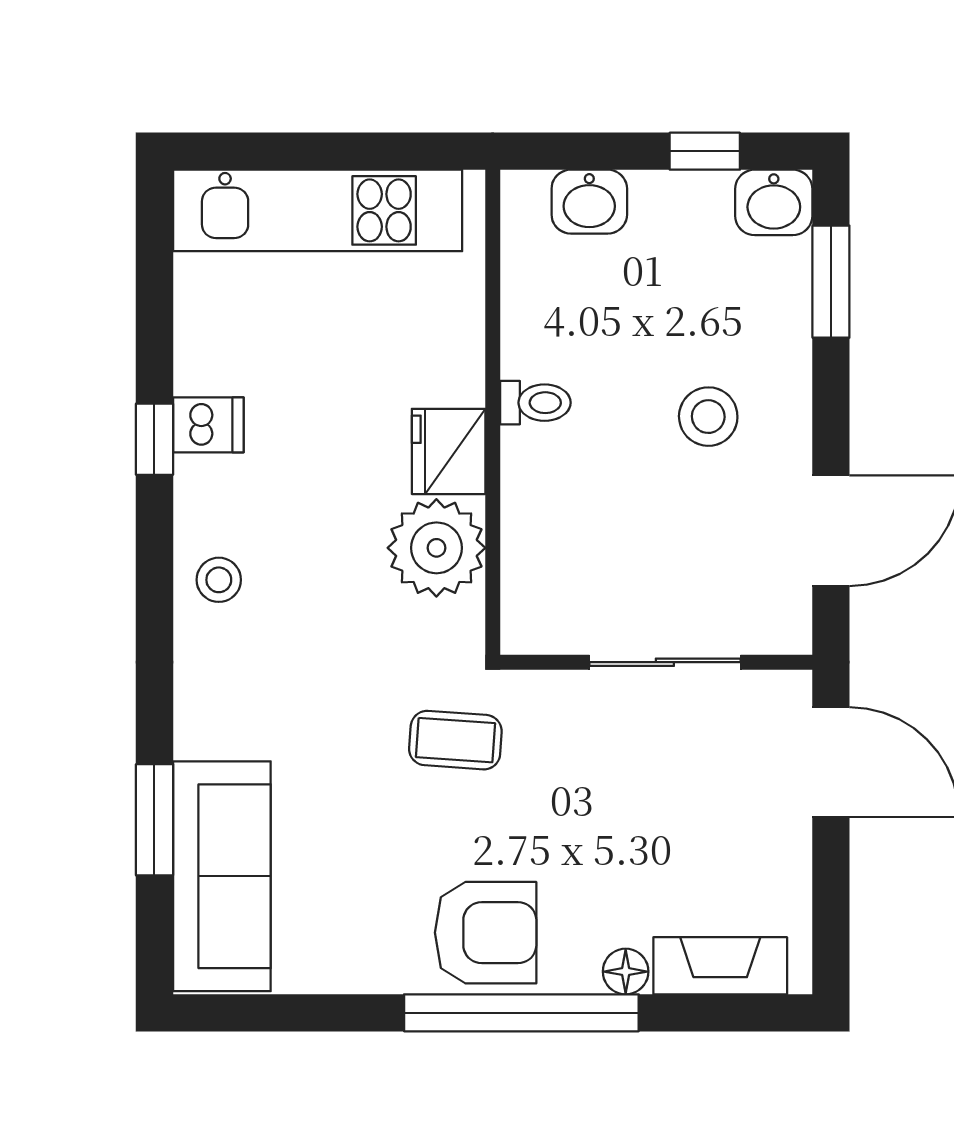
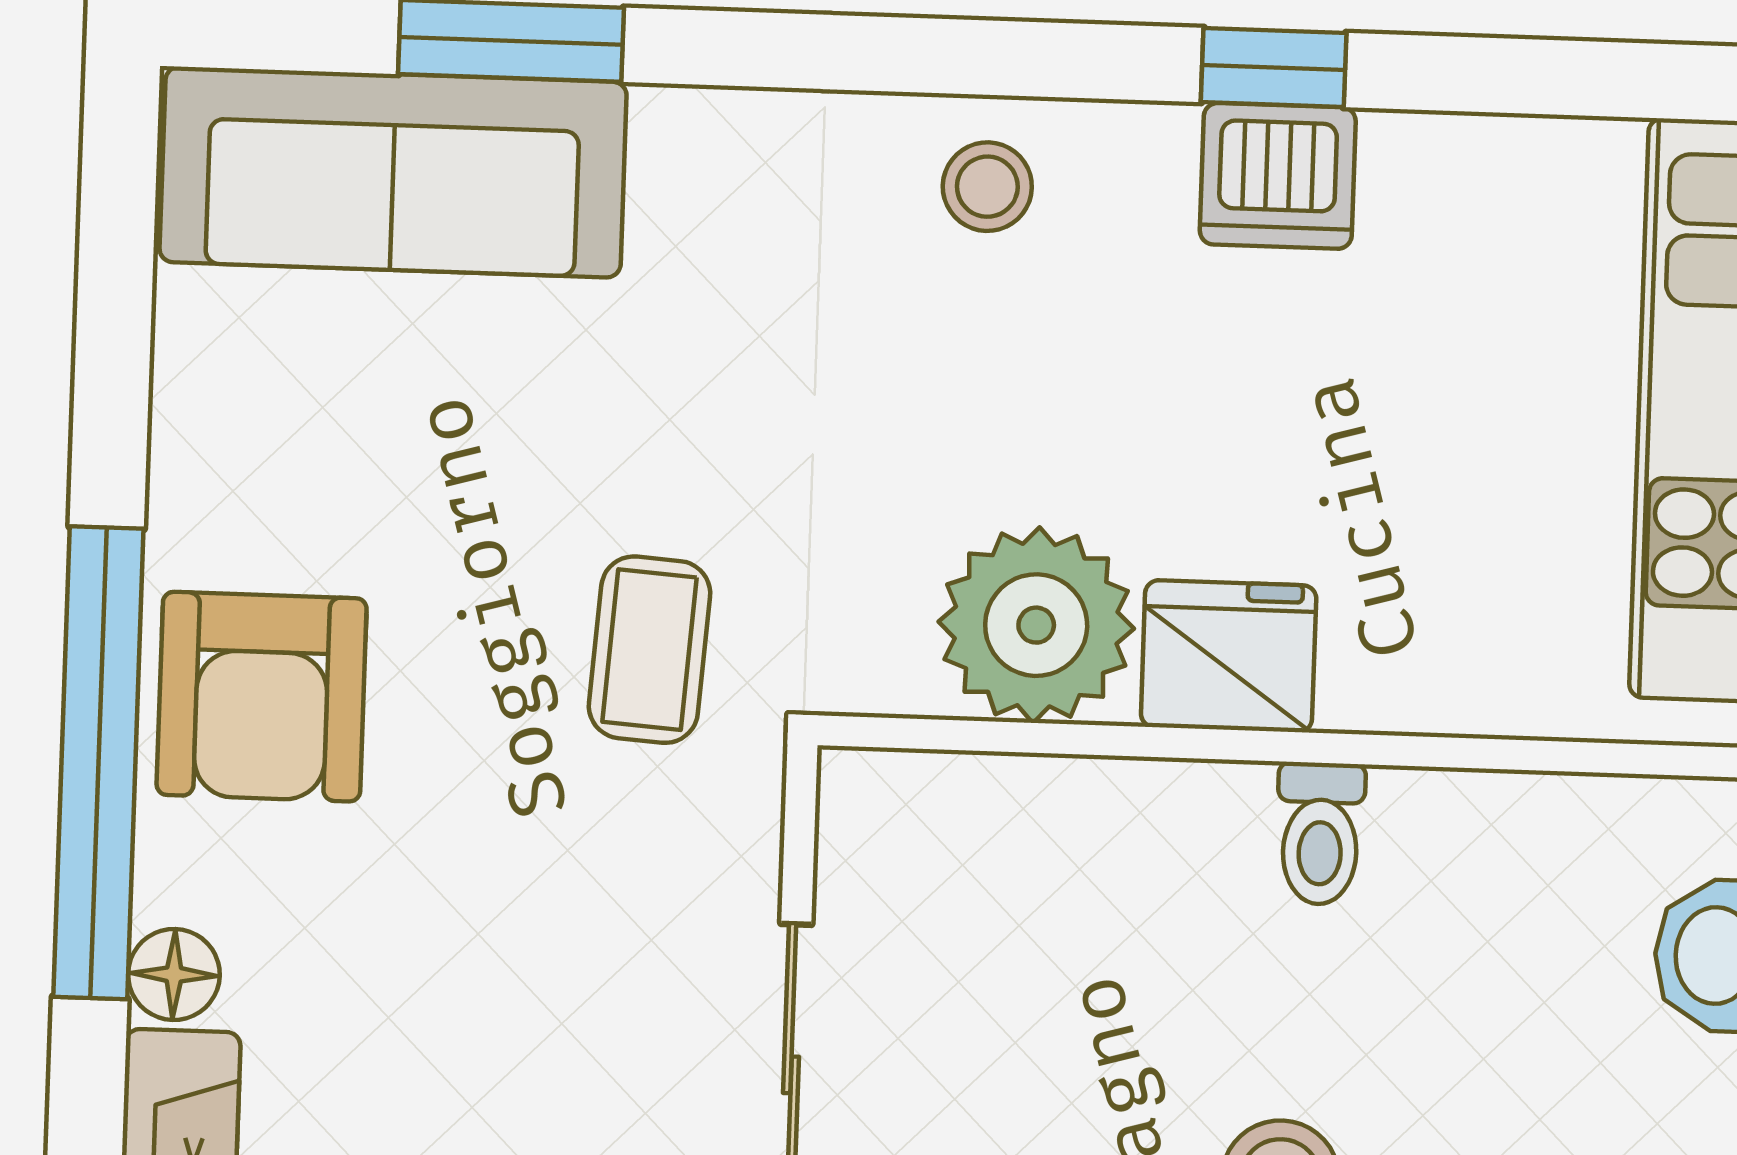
dishwasher: (208, 425) -> (1278, 176), width x1.38

